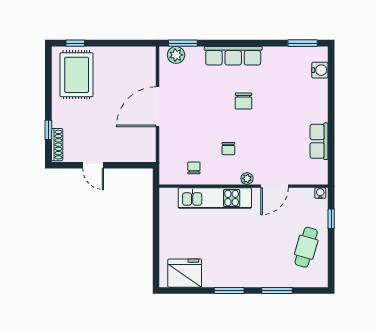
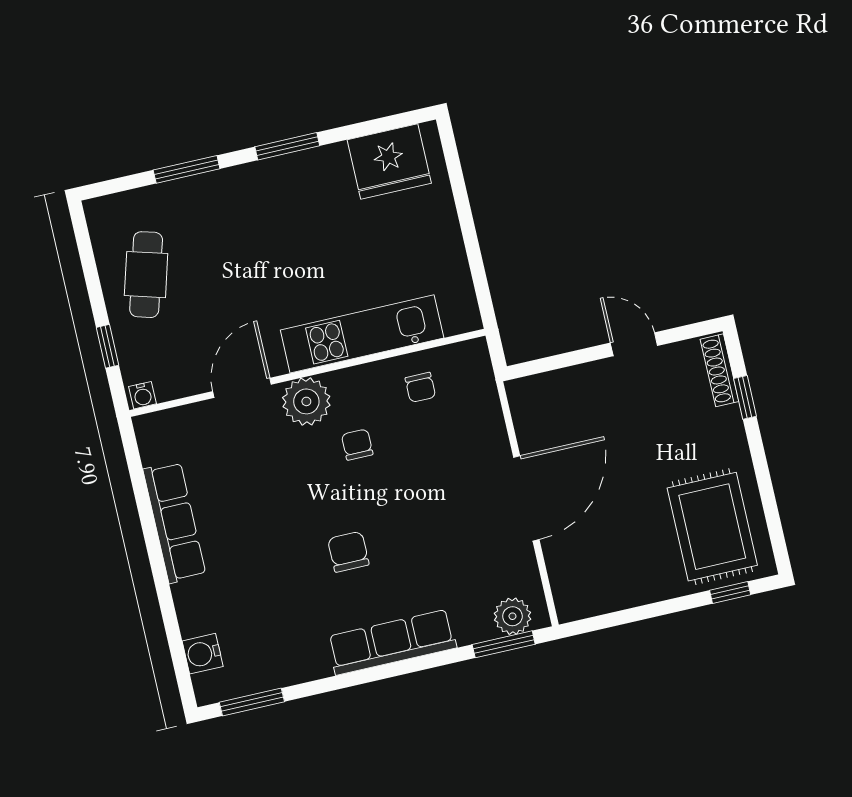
row of seats: (319, 141) -> (174, 522), width x1.48
plant: (247, 179) -> (306, 401), width x1.88, depth x1.88

